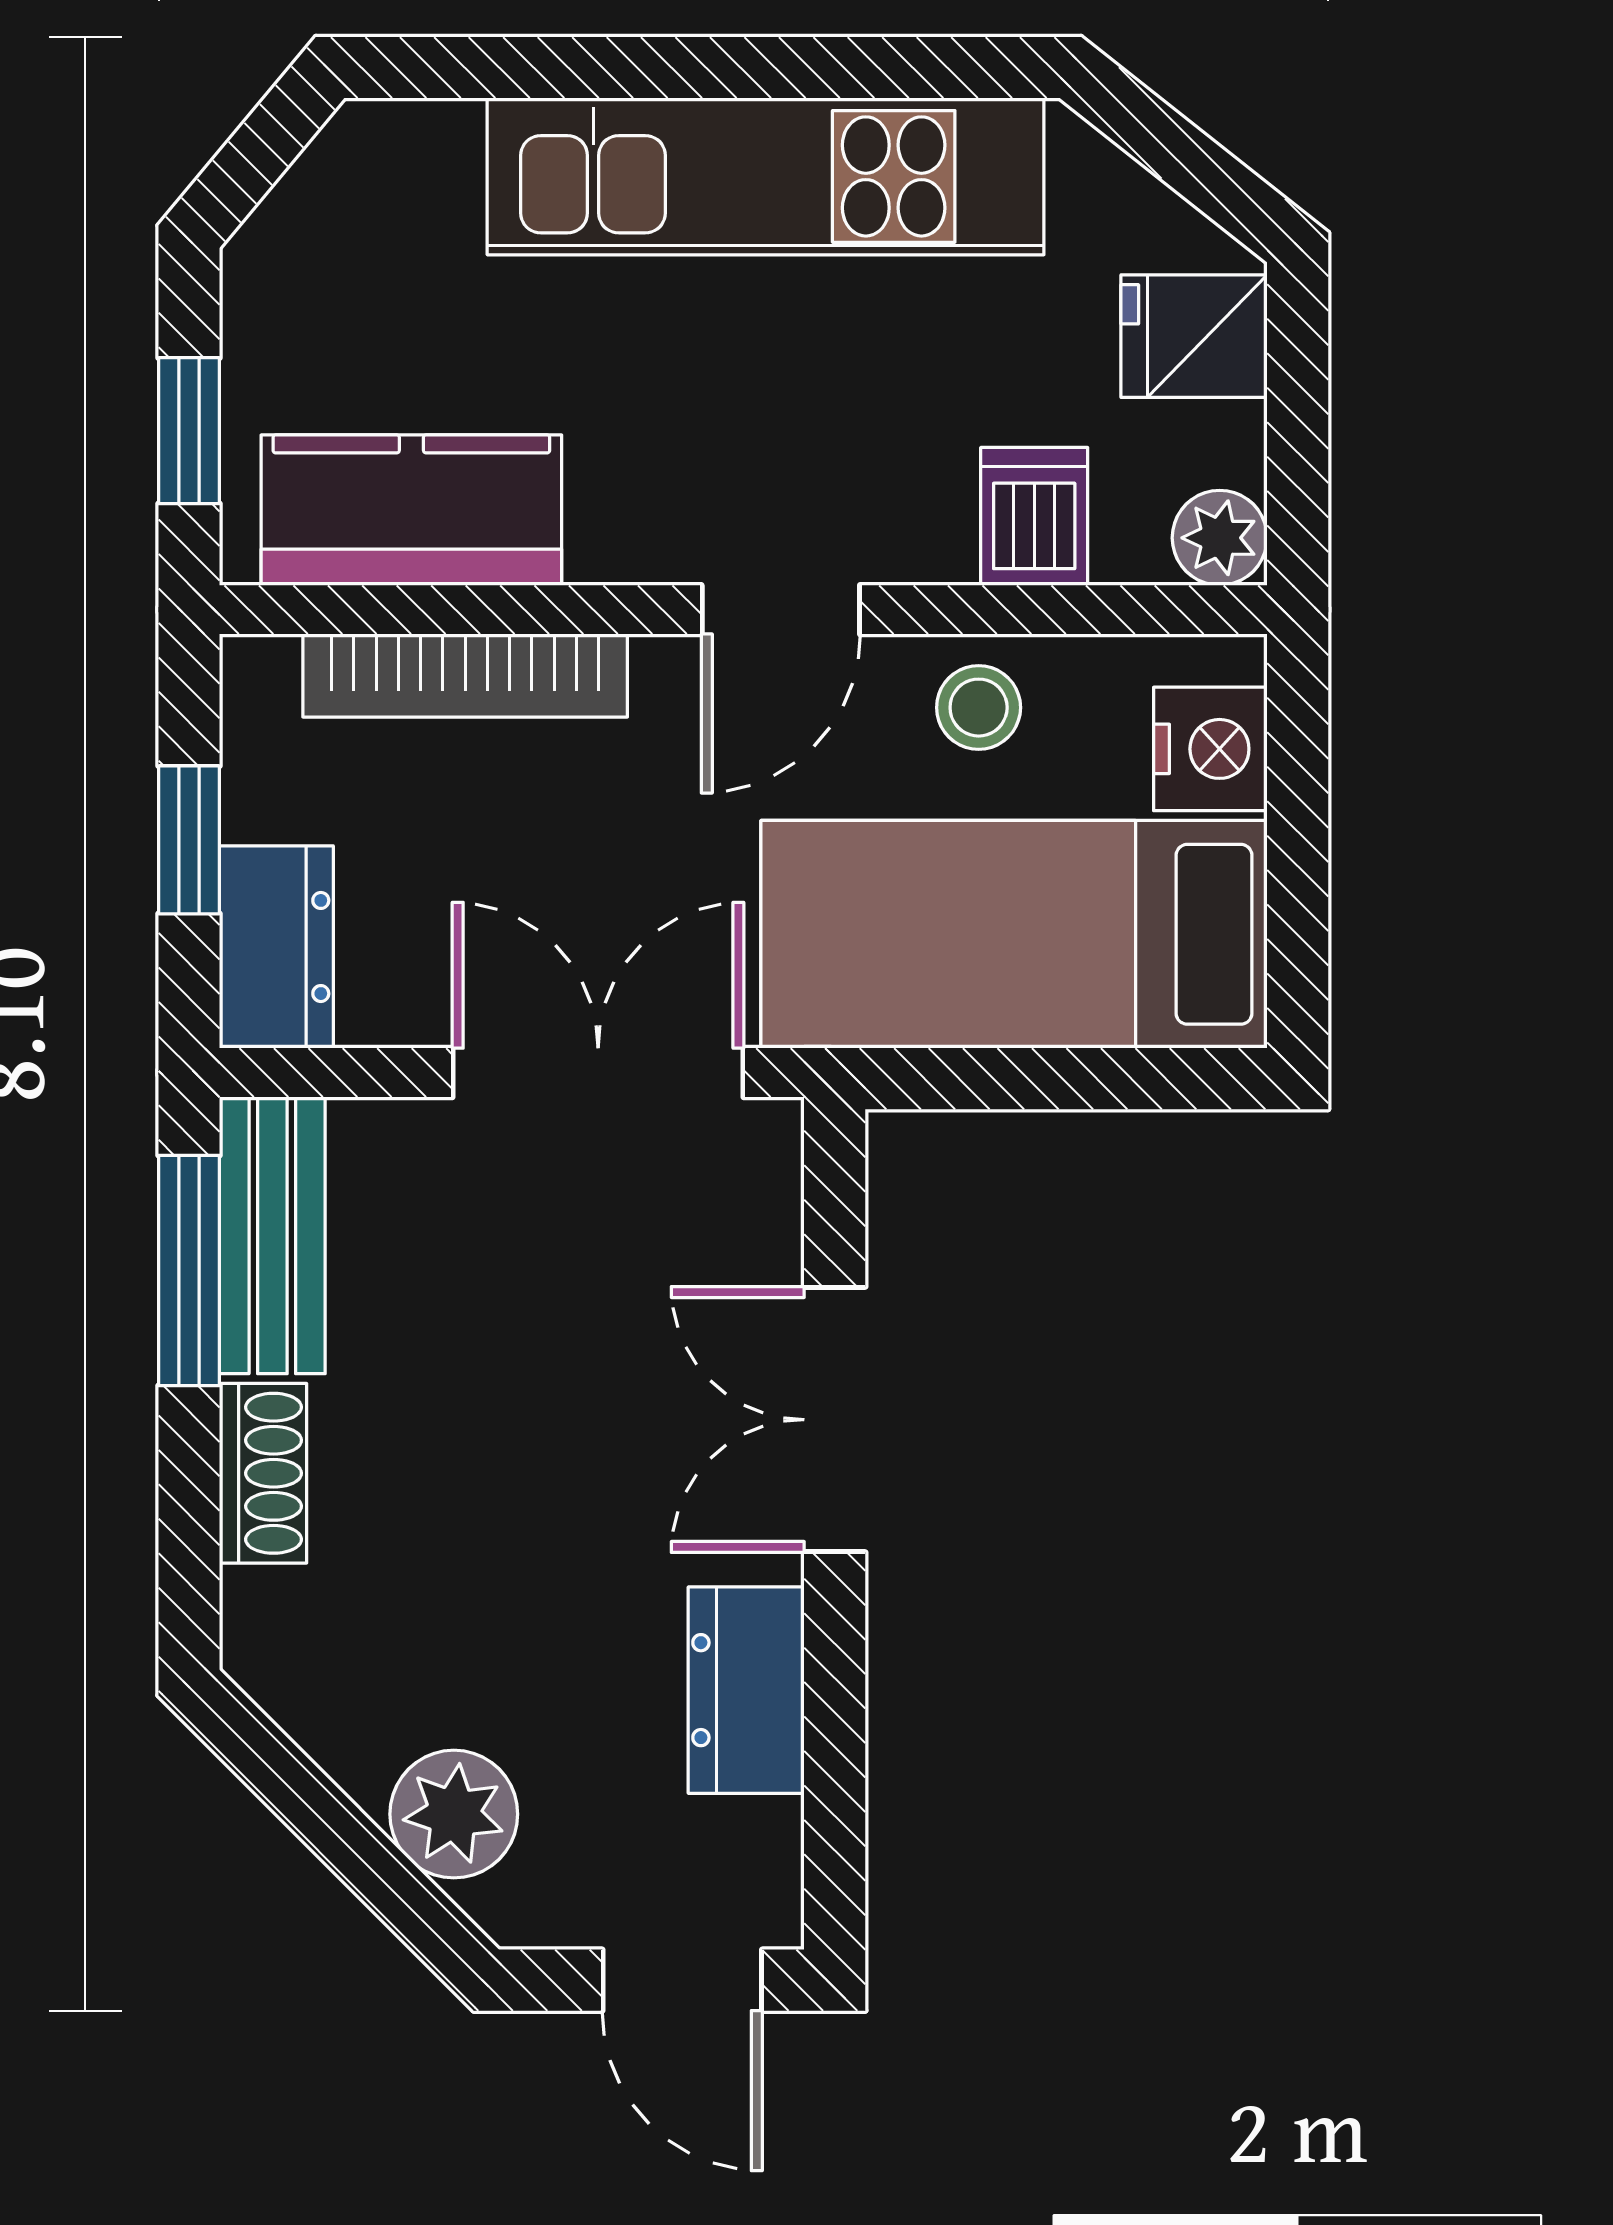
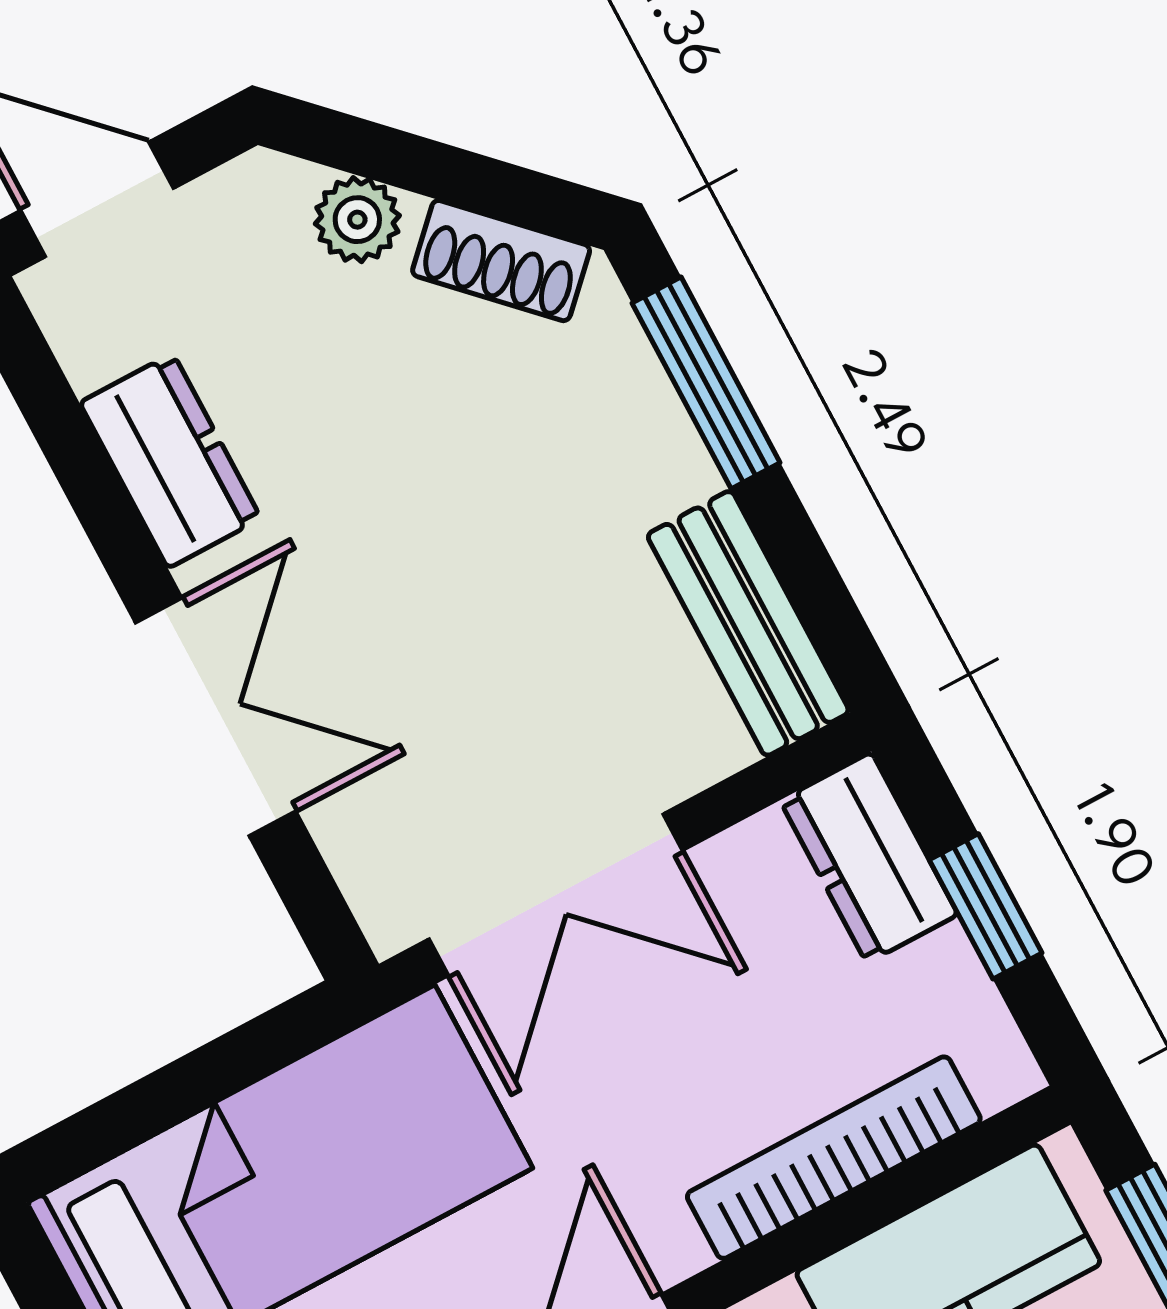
window: (189, 1270) -> (706, 383), moved
shoe rack: (263, 1473) -> (501, 261), moved, turned -45
plant: (454, 1814) -> (357, 220), width x0.73, depth x0.73

